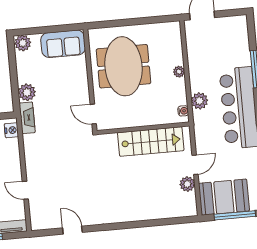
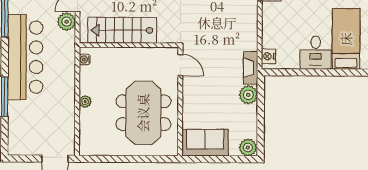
plant: (199, 101) -> (67, 22), moved

